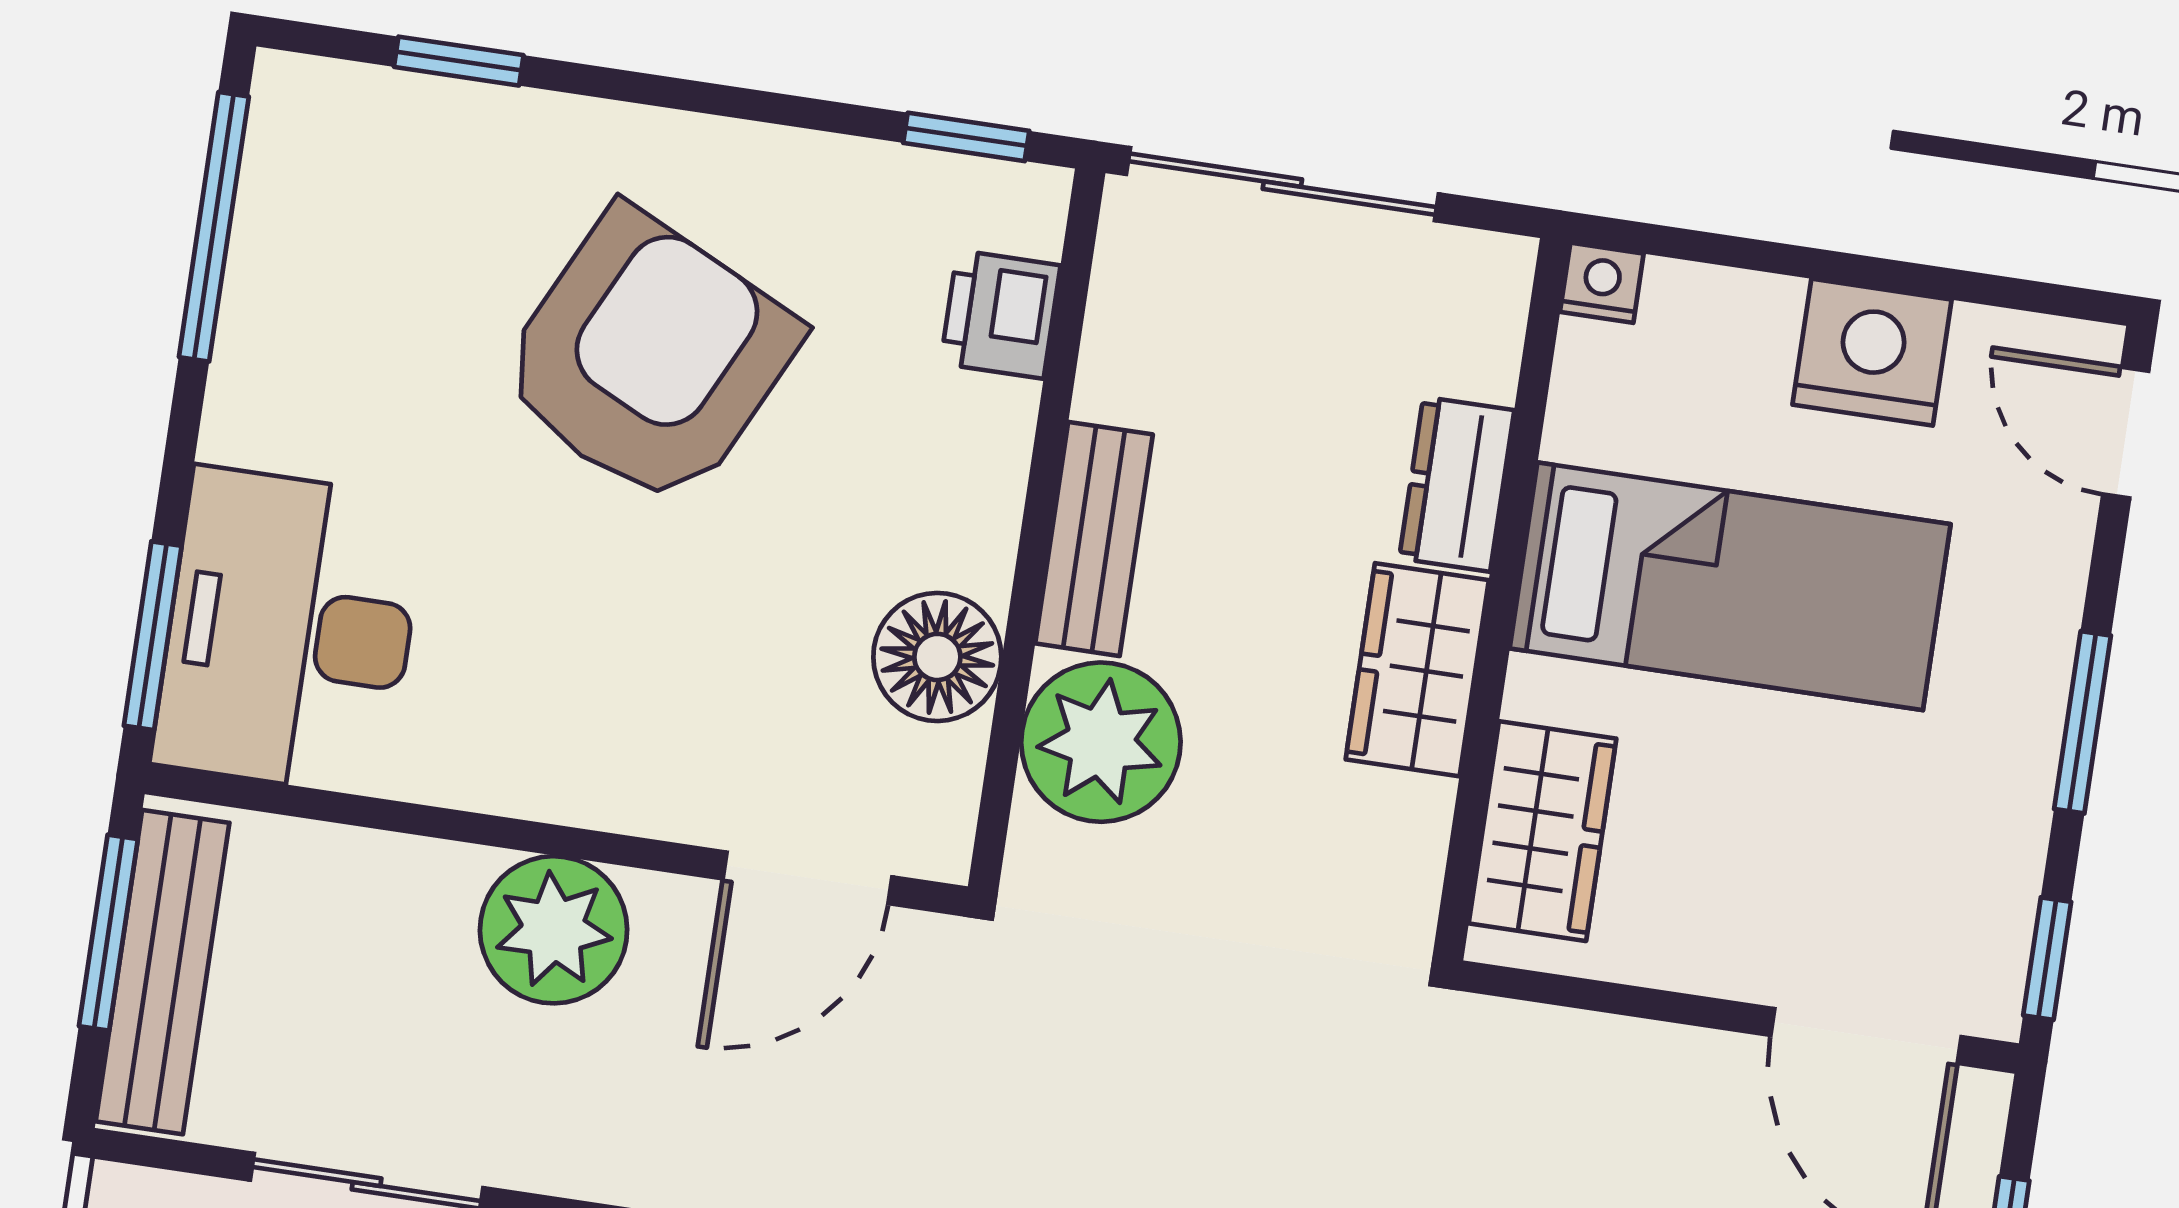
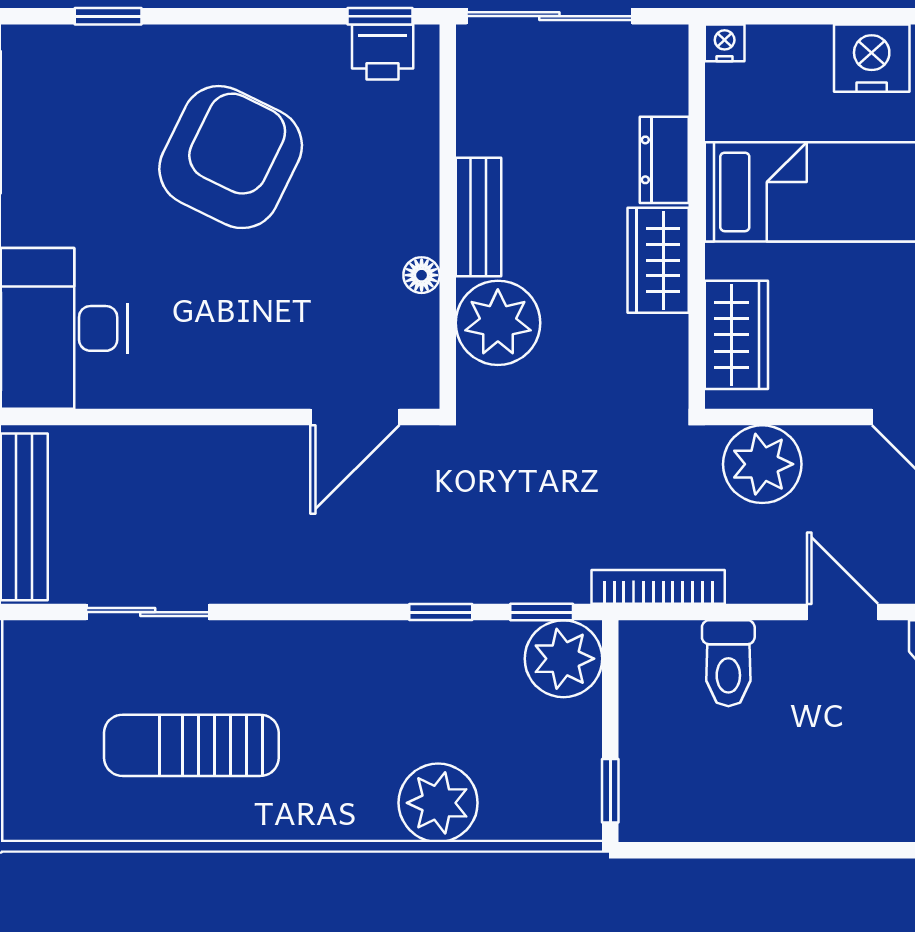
printer: (1000, 314) -> (383, 52), moved, turned -90
floor lamp: (937, 657) -> (422, 275), width x0.53, depth x0.53
plant: (554, 930) -> (762, 464), moved

